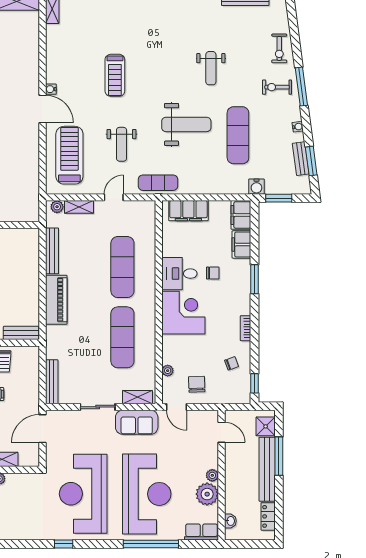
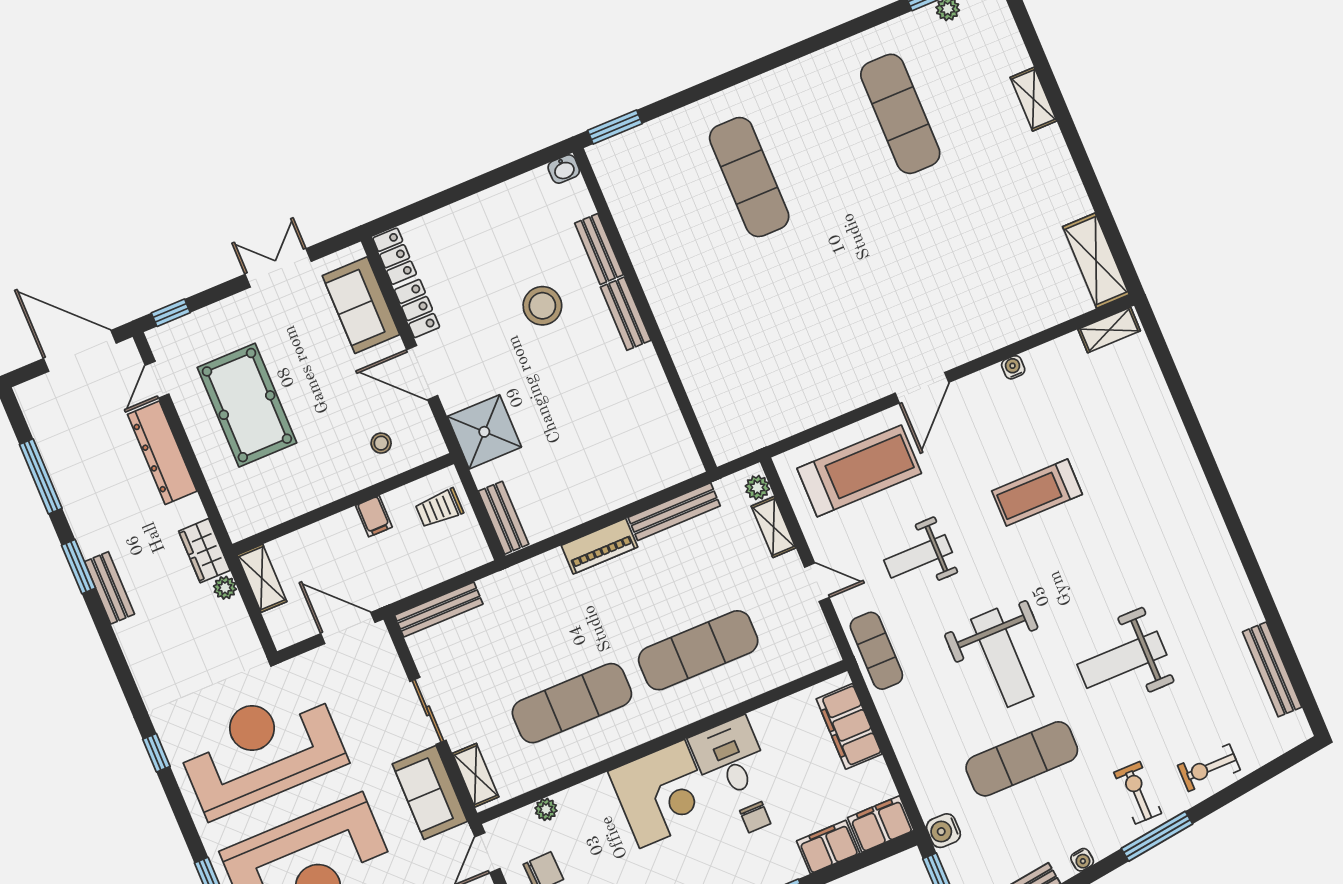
weight bench: (211, 68) -> (1122, 660), width x1.36, depth x1.33
water cooler: (51, 89) -> (1013, 367), moved
piano: (56, 300) -> (599, 546), width x0.73, depth x0.75

